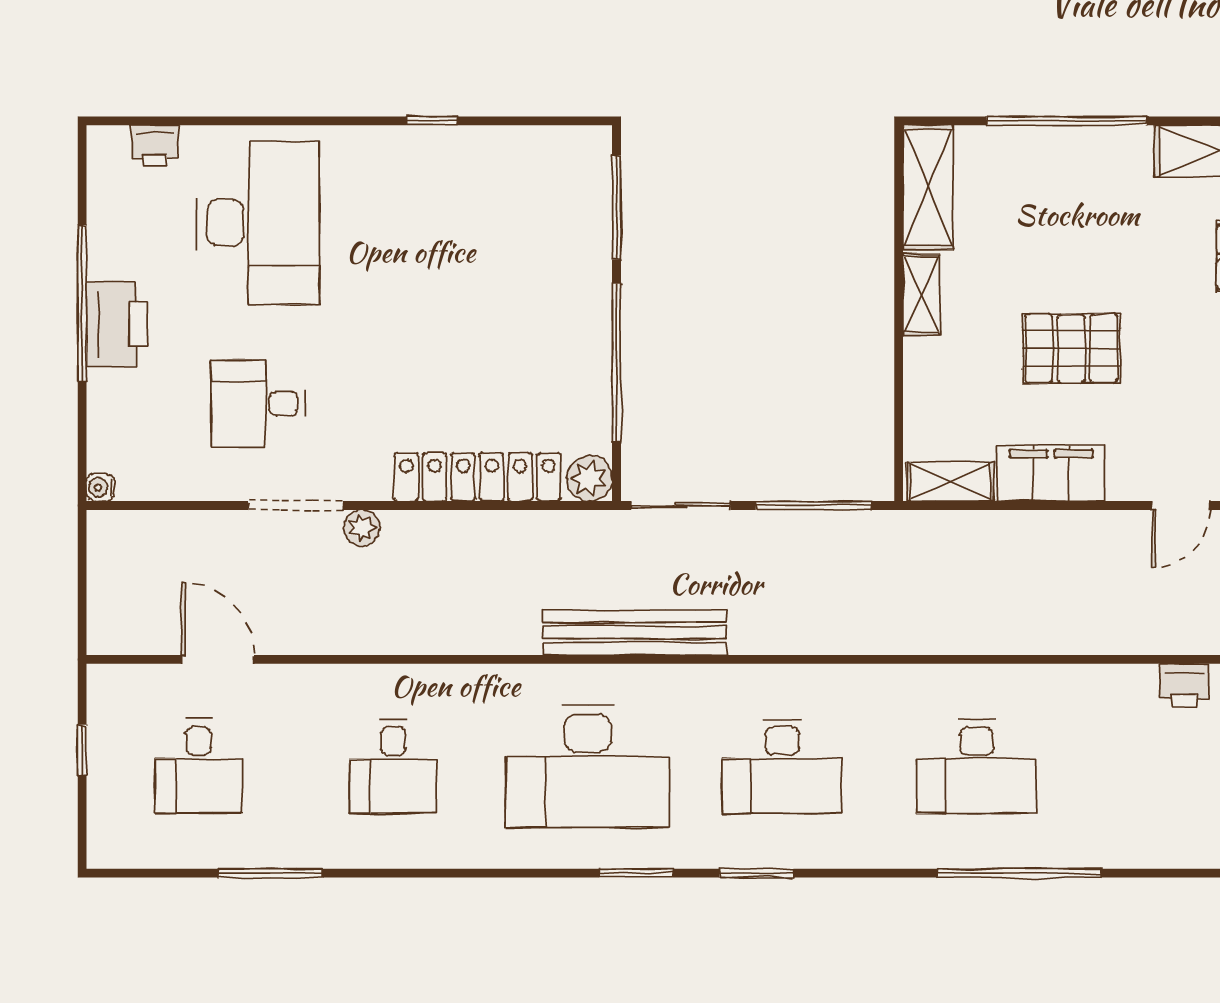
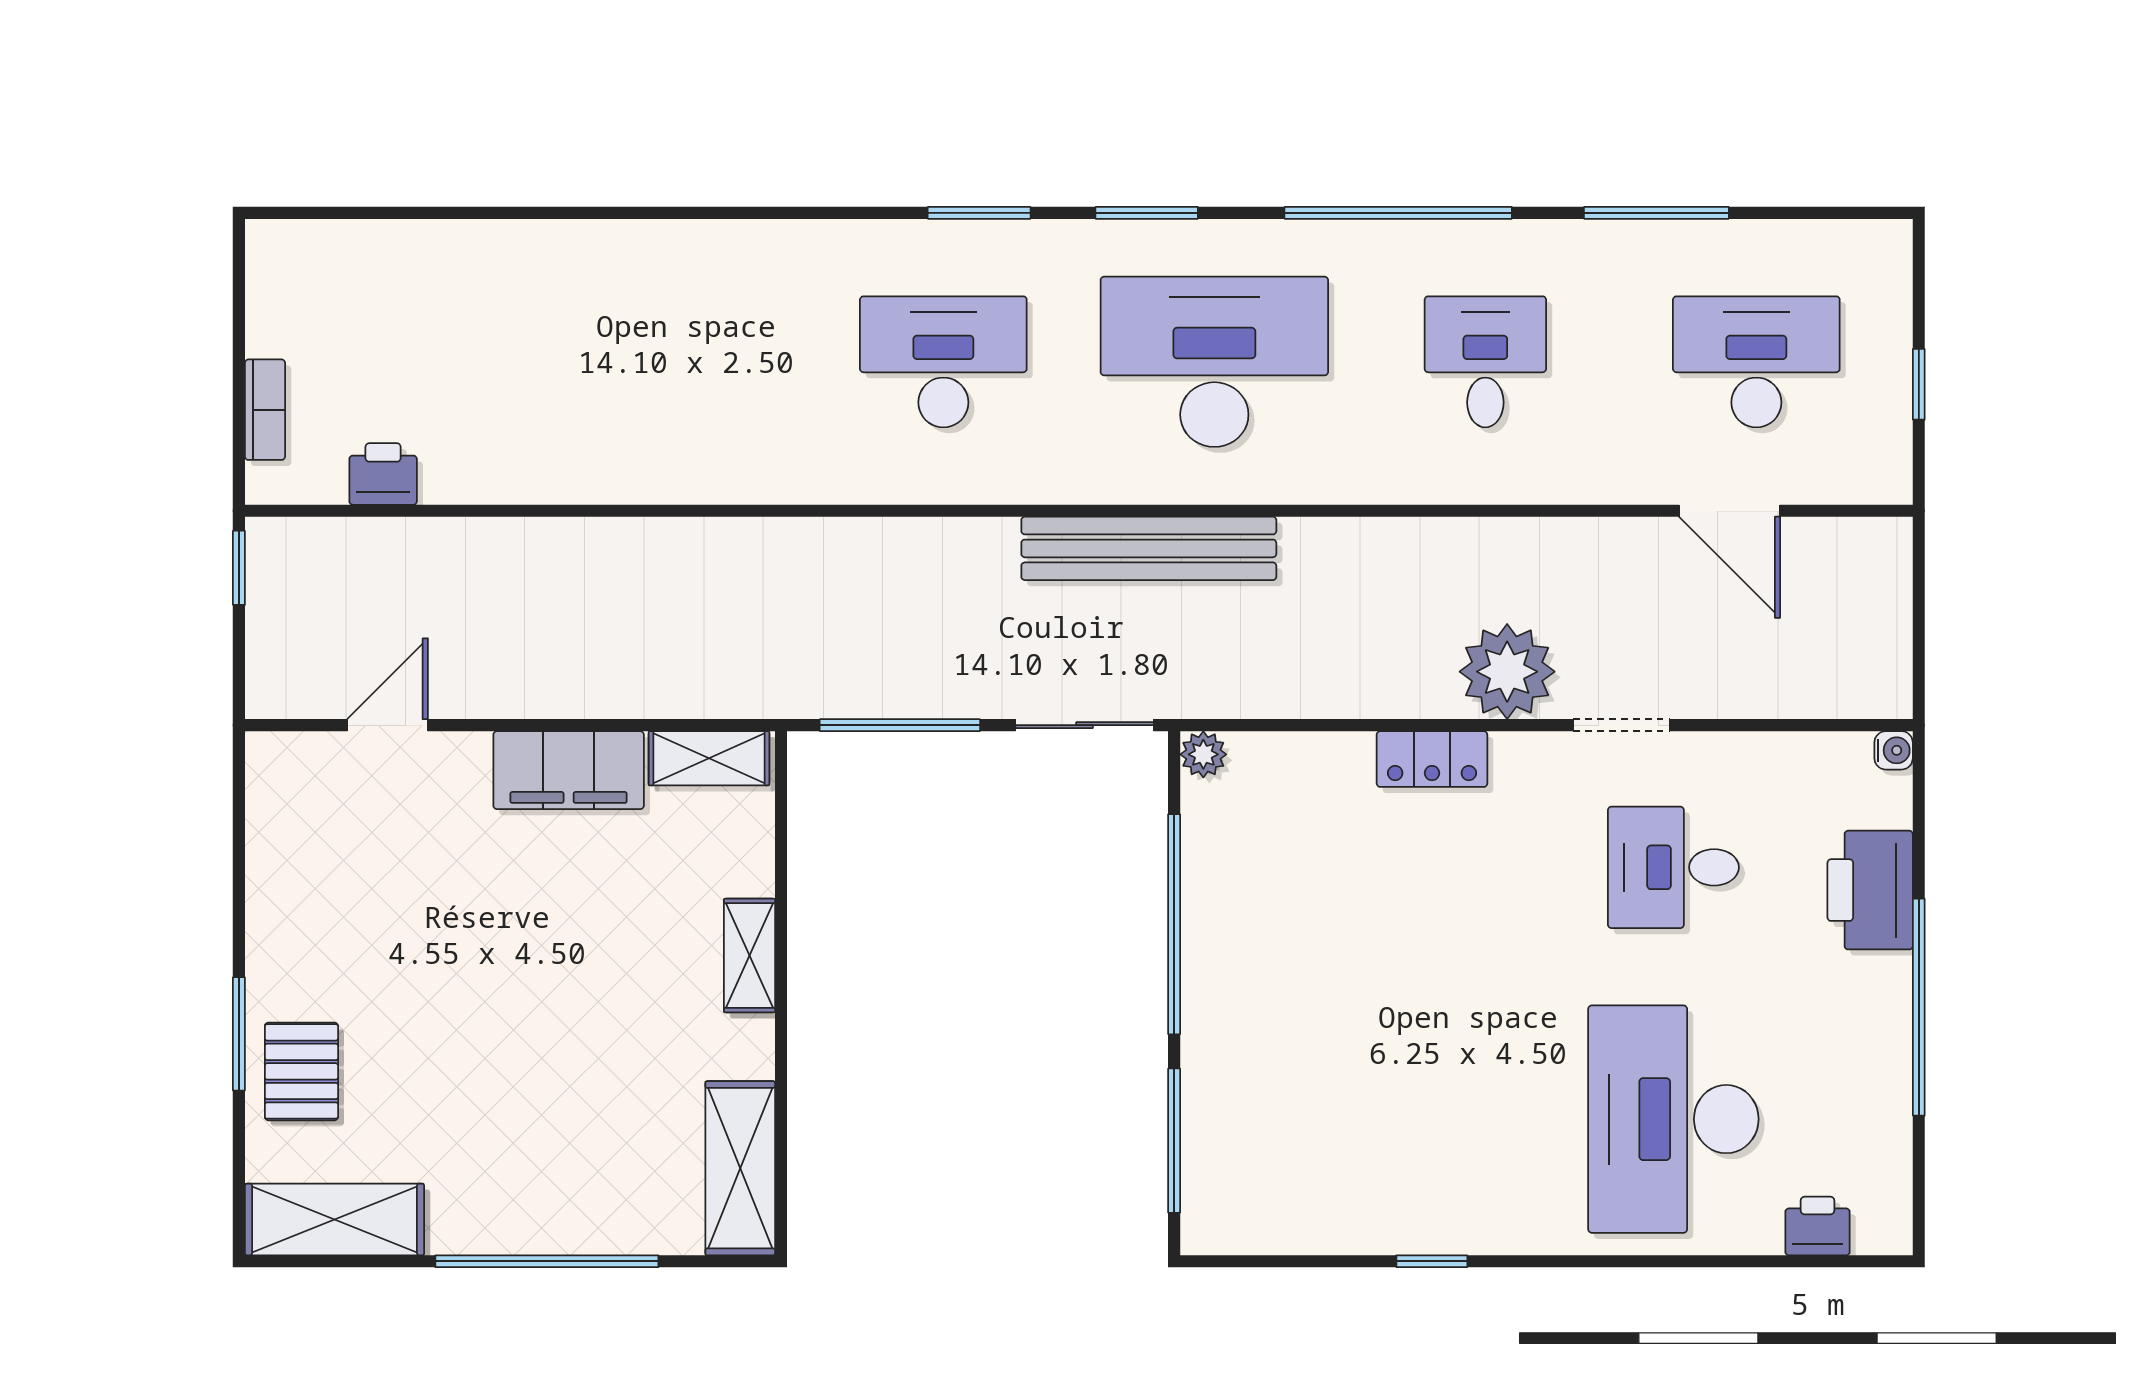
shelving: (921, 294) -> (749, 956), moved
printer: (117, 325) -> (1870, 890), moved
pallet: (1071, 348) -> (540, 944), removed
desk: (258, 403) -> (1673, 867), turned 180
locker: (477, 477) -> (1432, 759), width x0.46, depth x0.83
plant: (589, 478) -> (1203, 754), width x0.73, depth x0.73
doorway: (296, 506) -> (1621, 725), width x0.73
plant: (362, 528) -> (1507, 672), width x1.88, depth x1.88
desk: (199, 766) -> (1756, 362), width x1.37
desk: (977, 766) -> (672, 362), removed
window: (1019, 873) -> (1398, 213), moved

